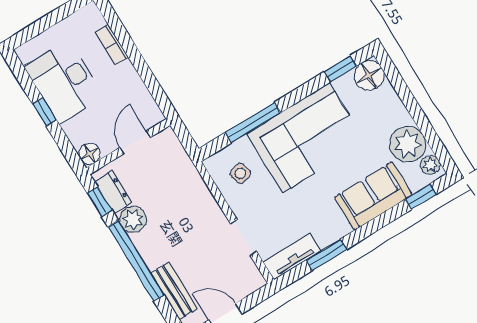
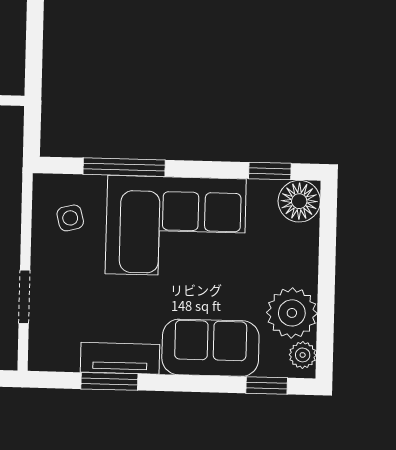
tv unit: (292, 257) -> (120, 358), moved

